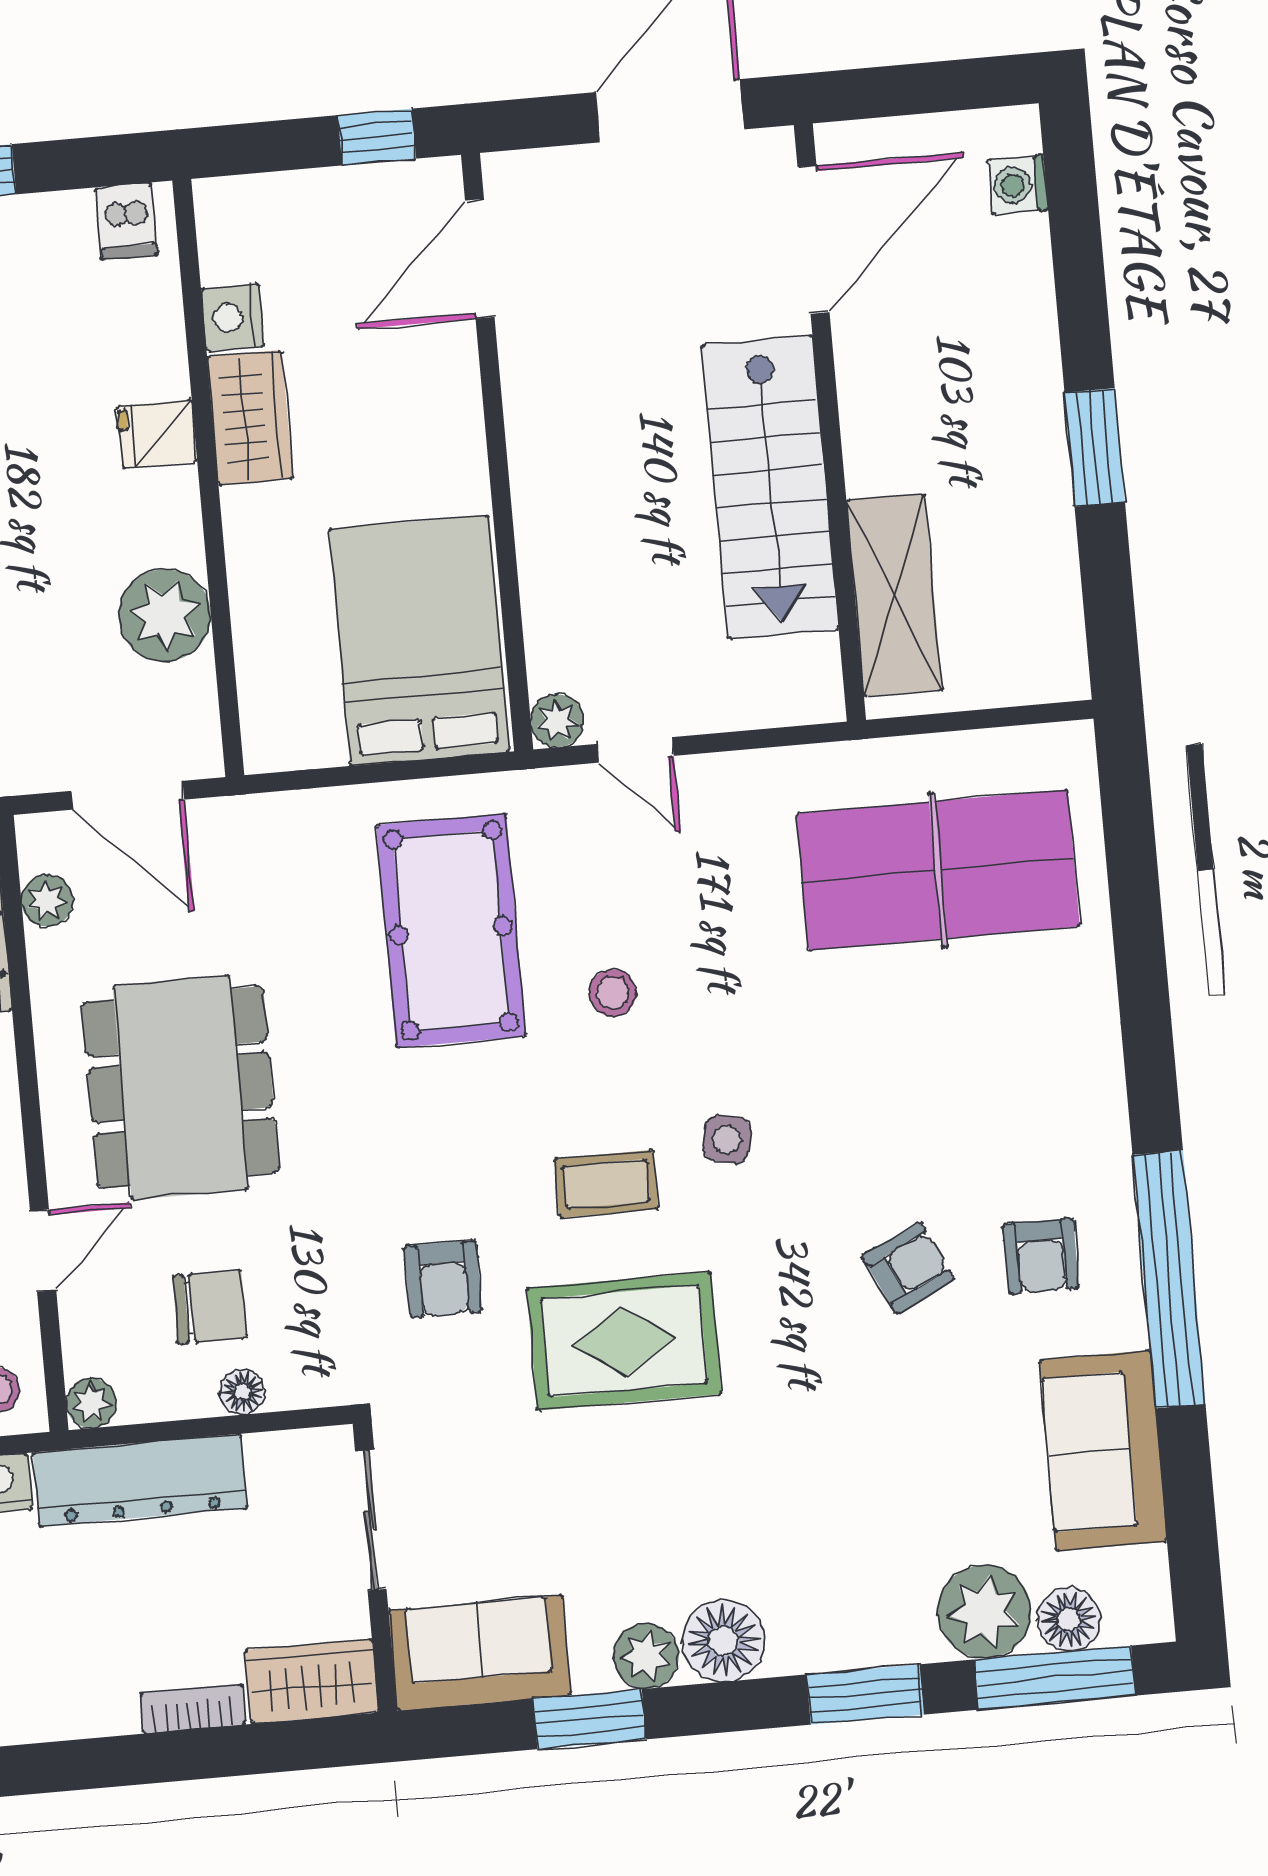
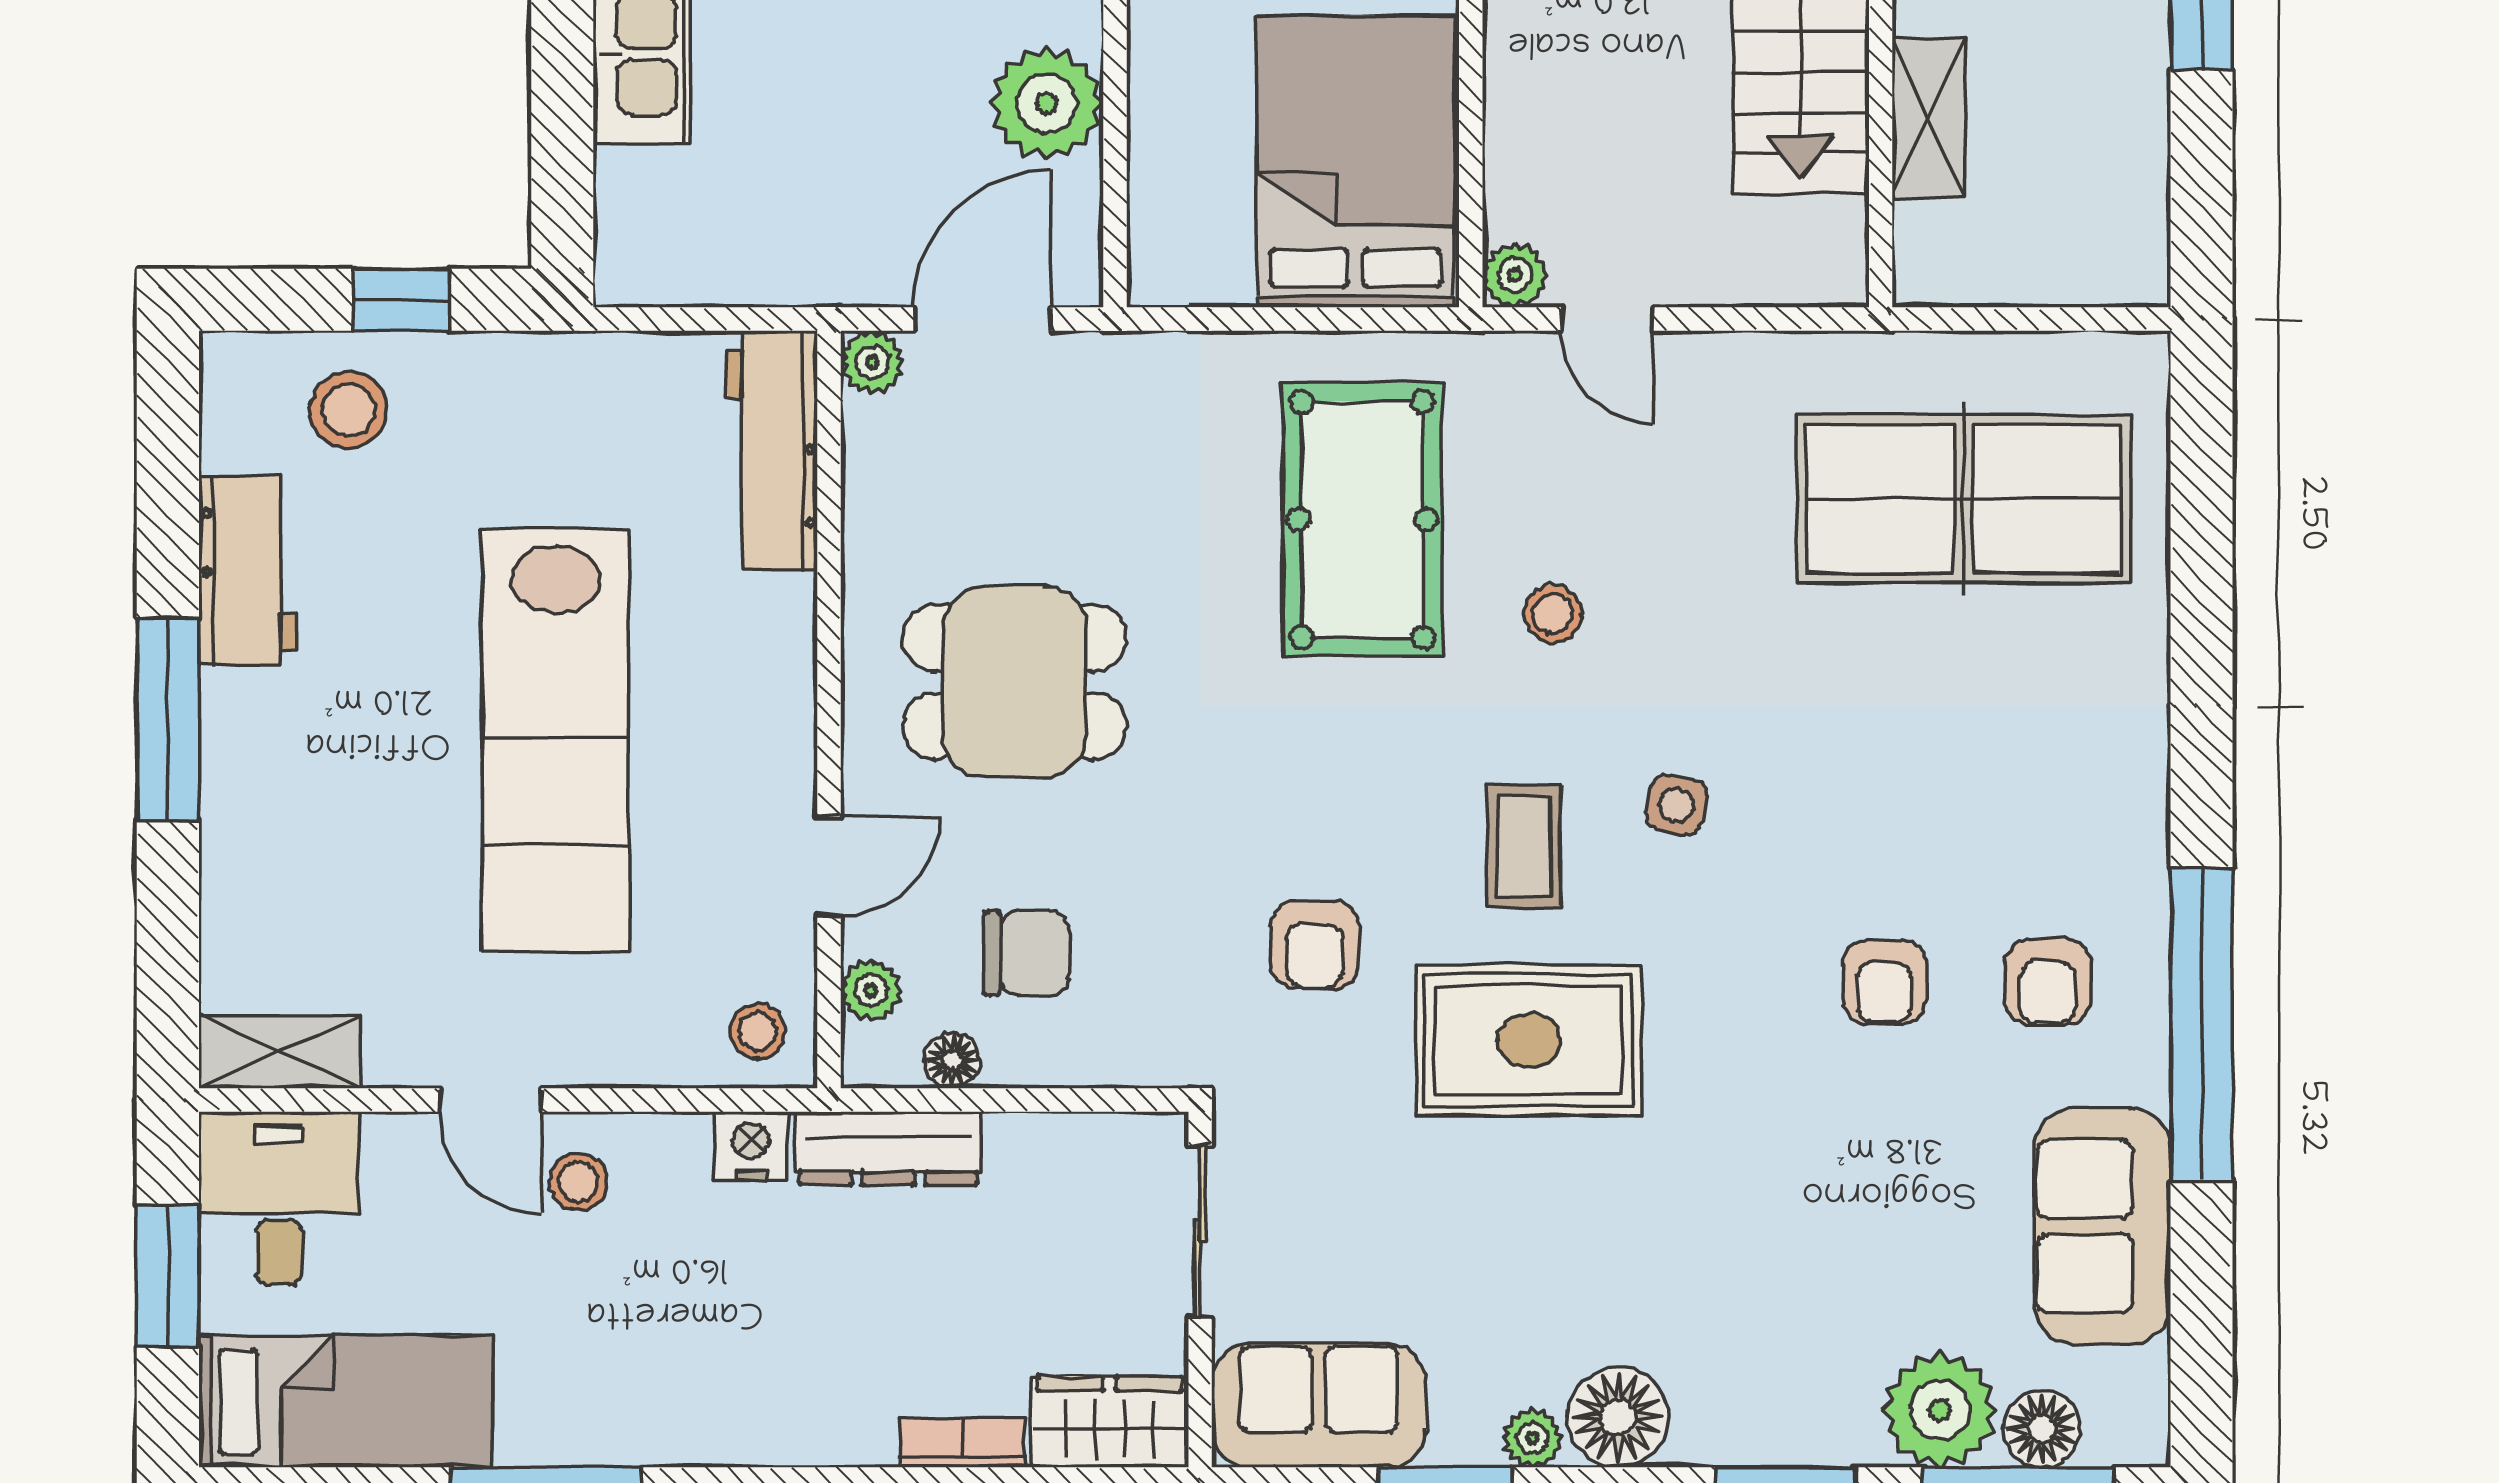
shelving: (894, 595) -> (1928, 118), width x0.67, depth x0.75
door: (128, 795) -> (982, 319), swing flipped
plant: (47, 901) -> (872, 362), moved
dining table: (180, 1087) -> (1015, 682), width x0.73
coffee table: (606, 1184) -> (1524, 846), turned 90
armchair: (908, 1268) -> (1884, 982), turned 116
floor lamp: (243, 1392) -> (952, 1061), moved
plant: (91, 1403) -> (871, 990), moved
dresser: (140, 1480) -> (888, 1148), width x0.73, depth x0.80
plant: (646, 1656) -> (1532, 1438), width x0.73, depth x0.73

